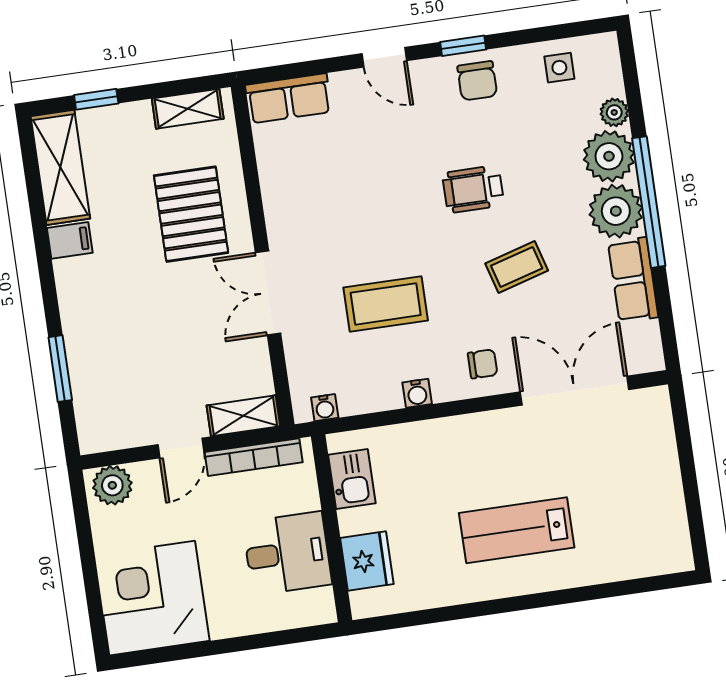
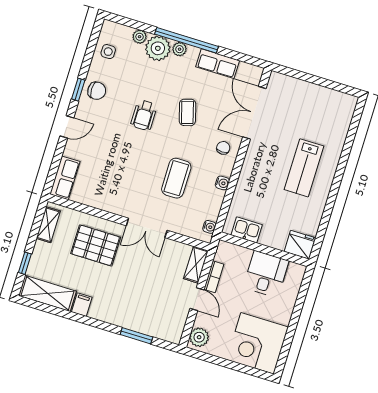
plant: (616, 211) -> (180, 49), width x0.53, depth x0.53
bookcase: (254, 457) -> (214, 277), width x0.64
fridge: (367, 561) -> (300, 245), moved

